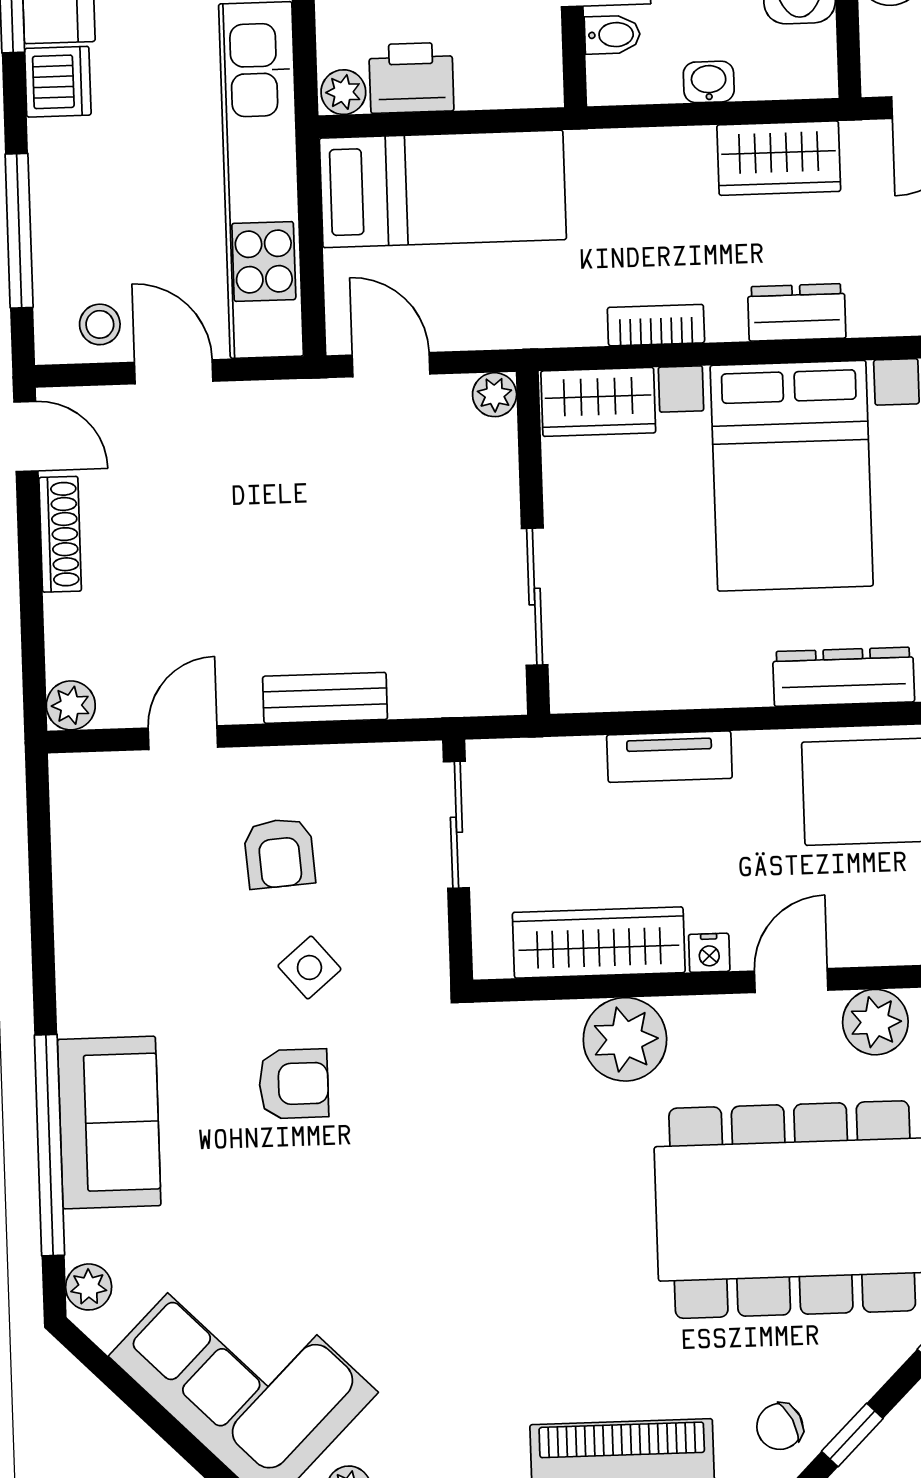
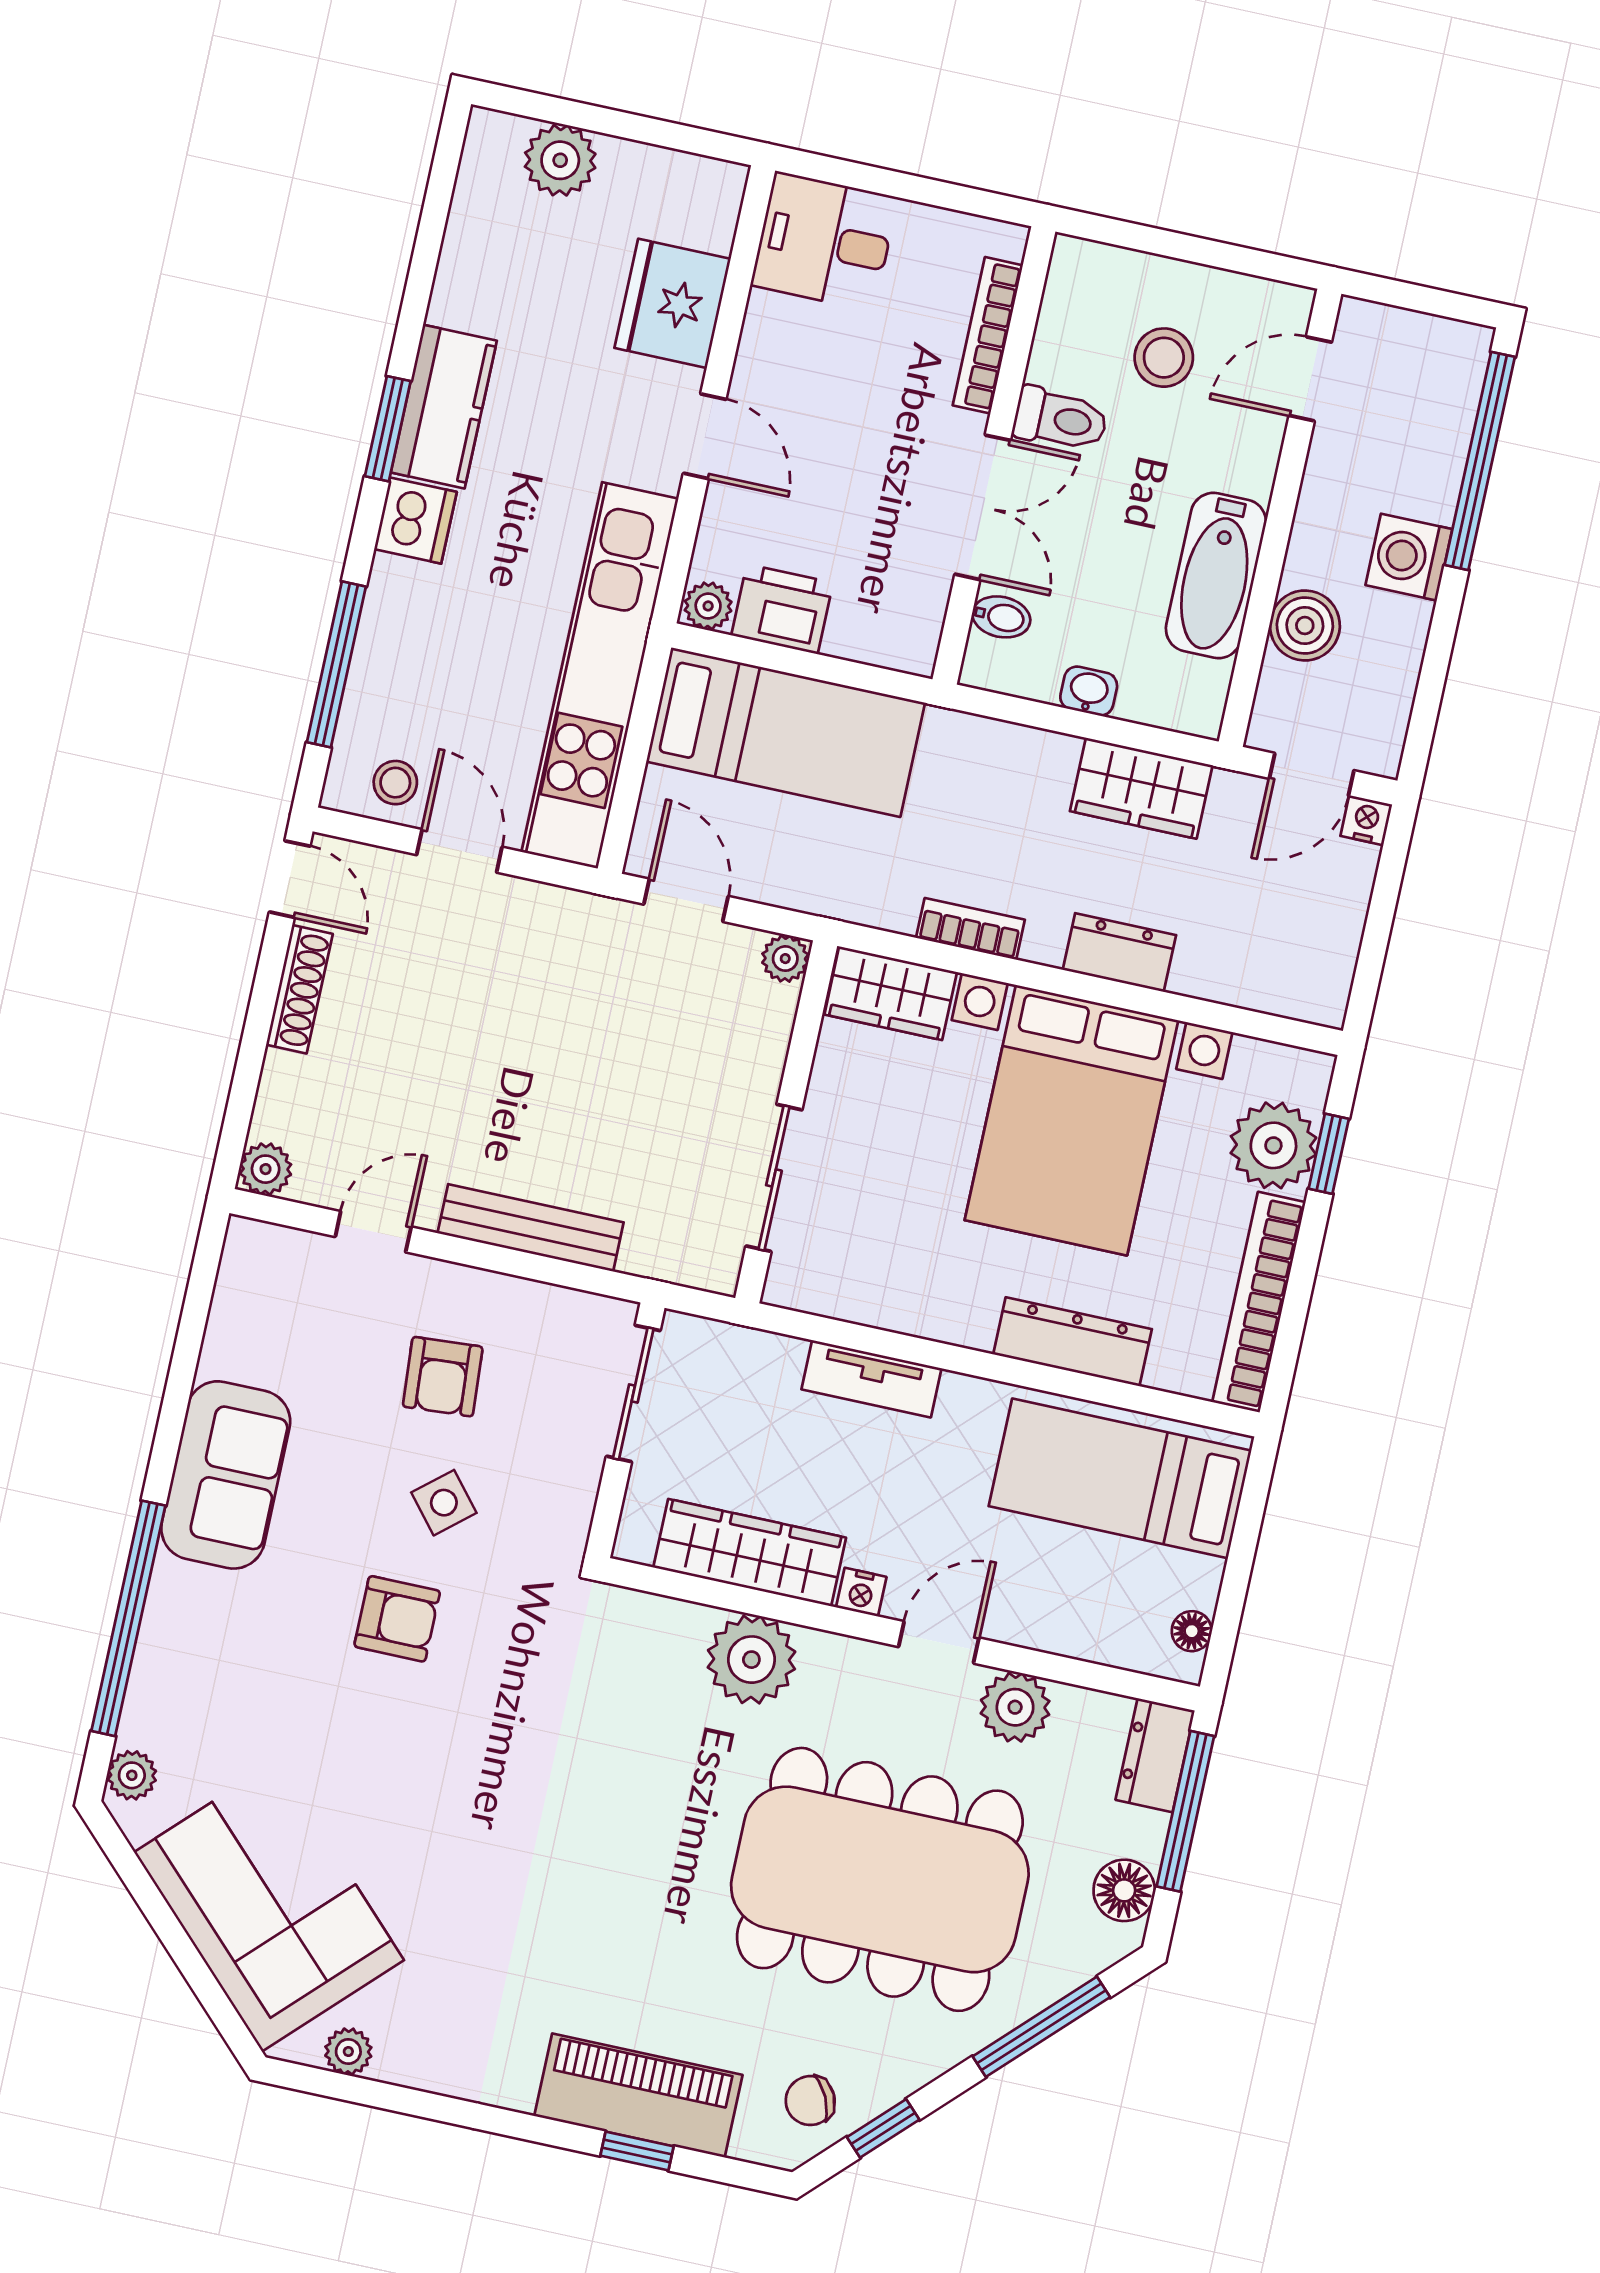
bench: (325, 698) -> (531, 1228), width x1.36
sofa: (109, 1122) -> (226, 1475), moved

